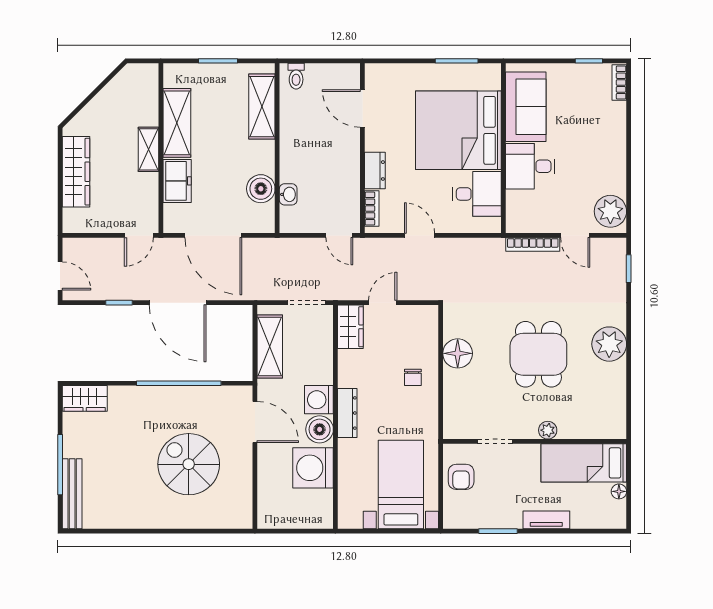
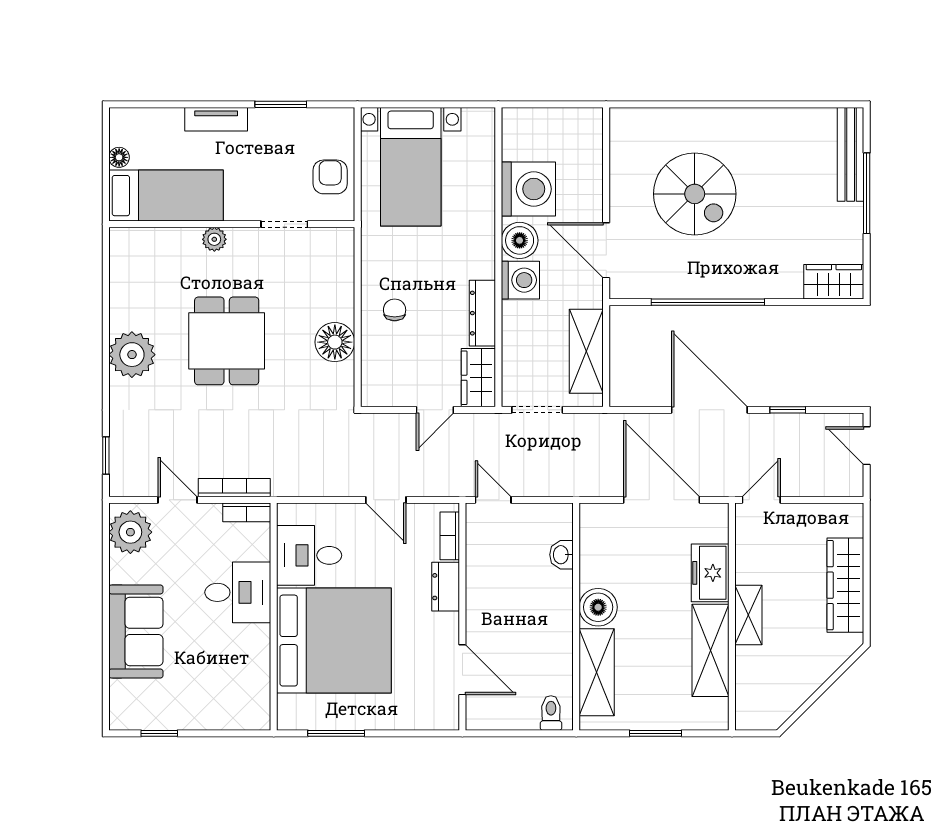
bookcase: (619, 83) -> (247, 512), moved, turned 90
sofa: (526, 107) -> (136, 631), moved, turned 180
boiler: (261, 189) -> (598, 607), moved
dresser: (347, 413) -> (482, 313), moved

